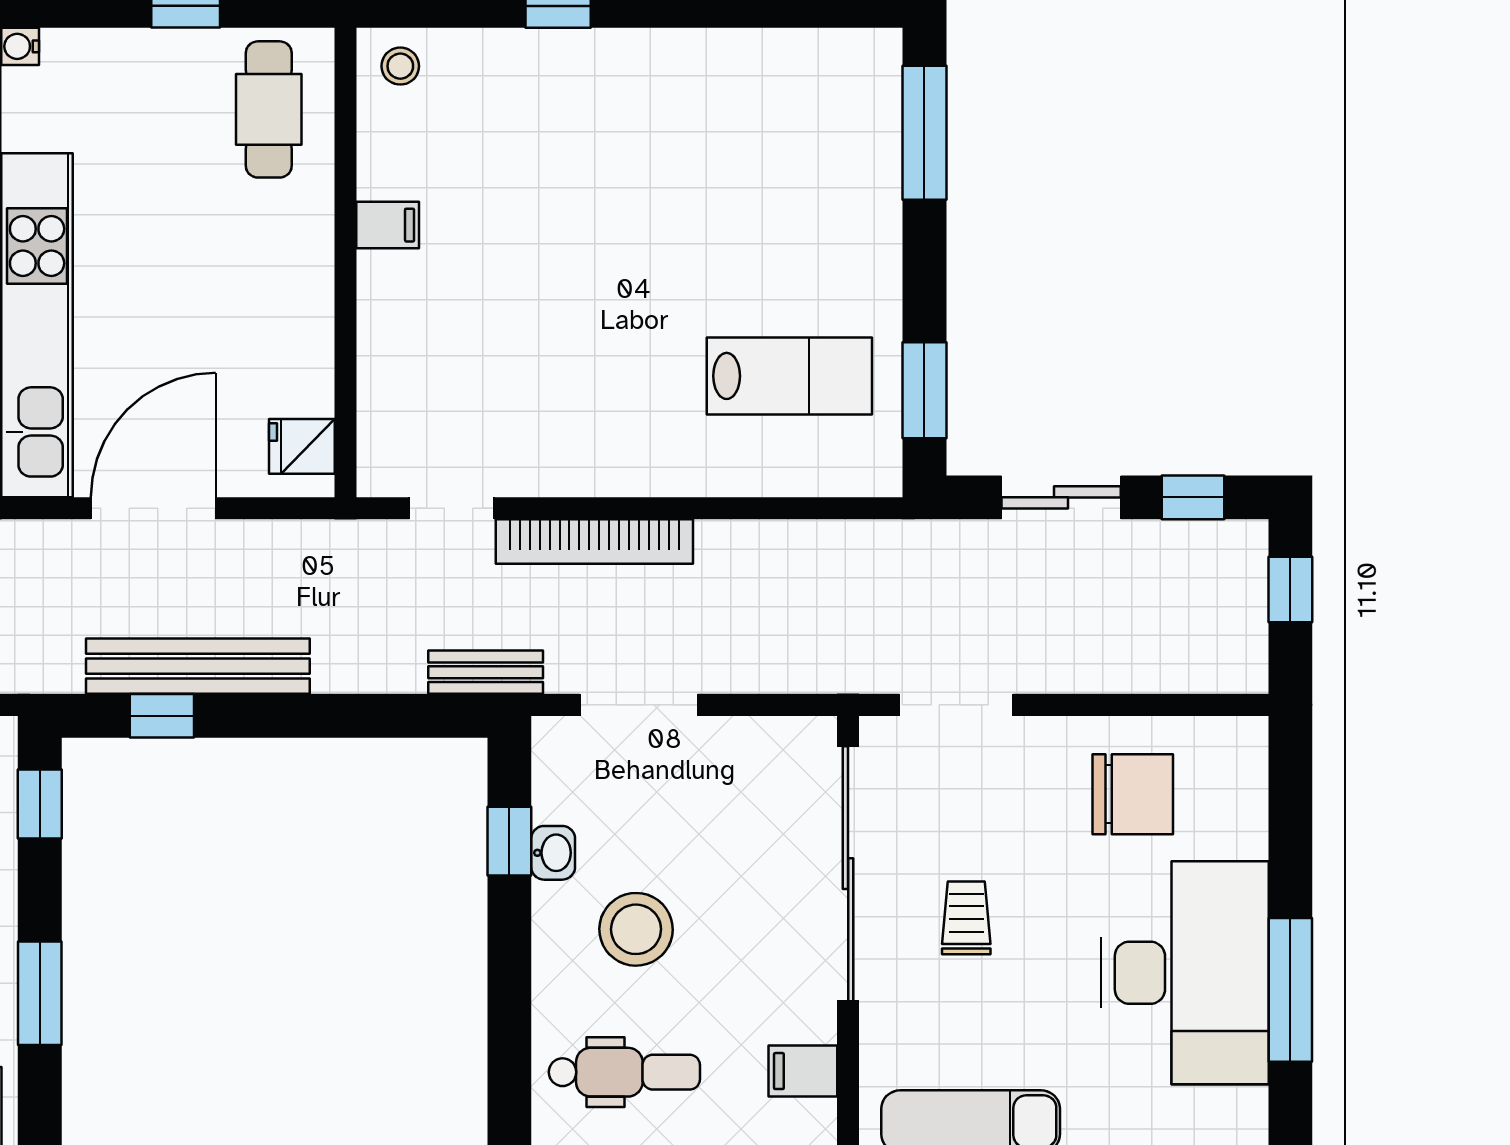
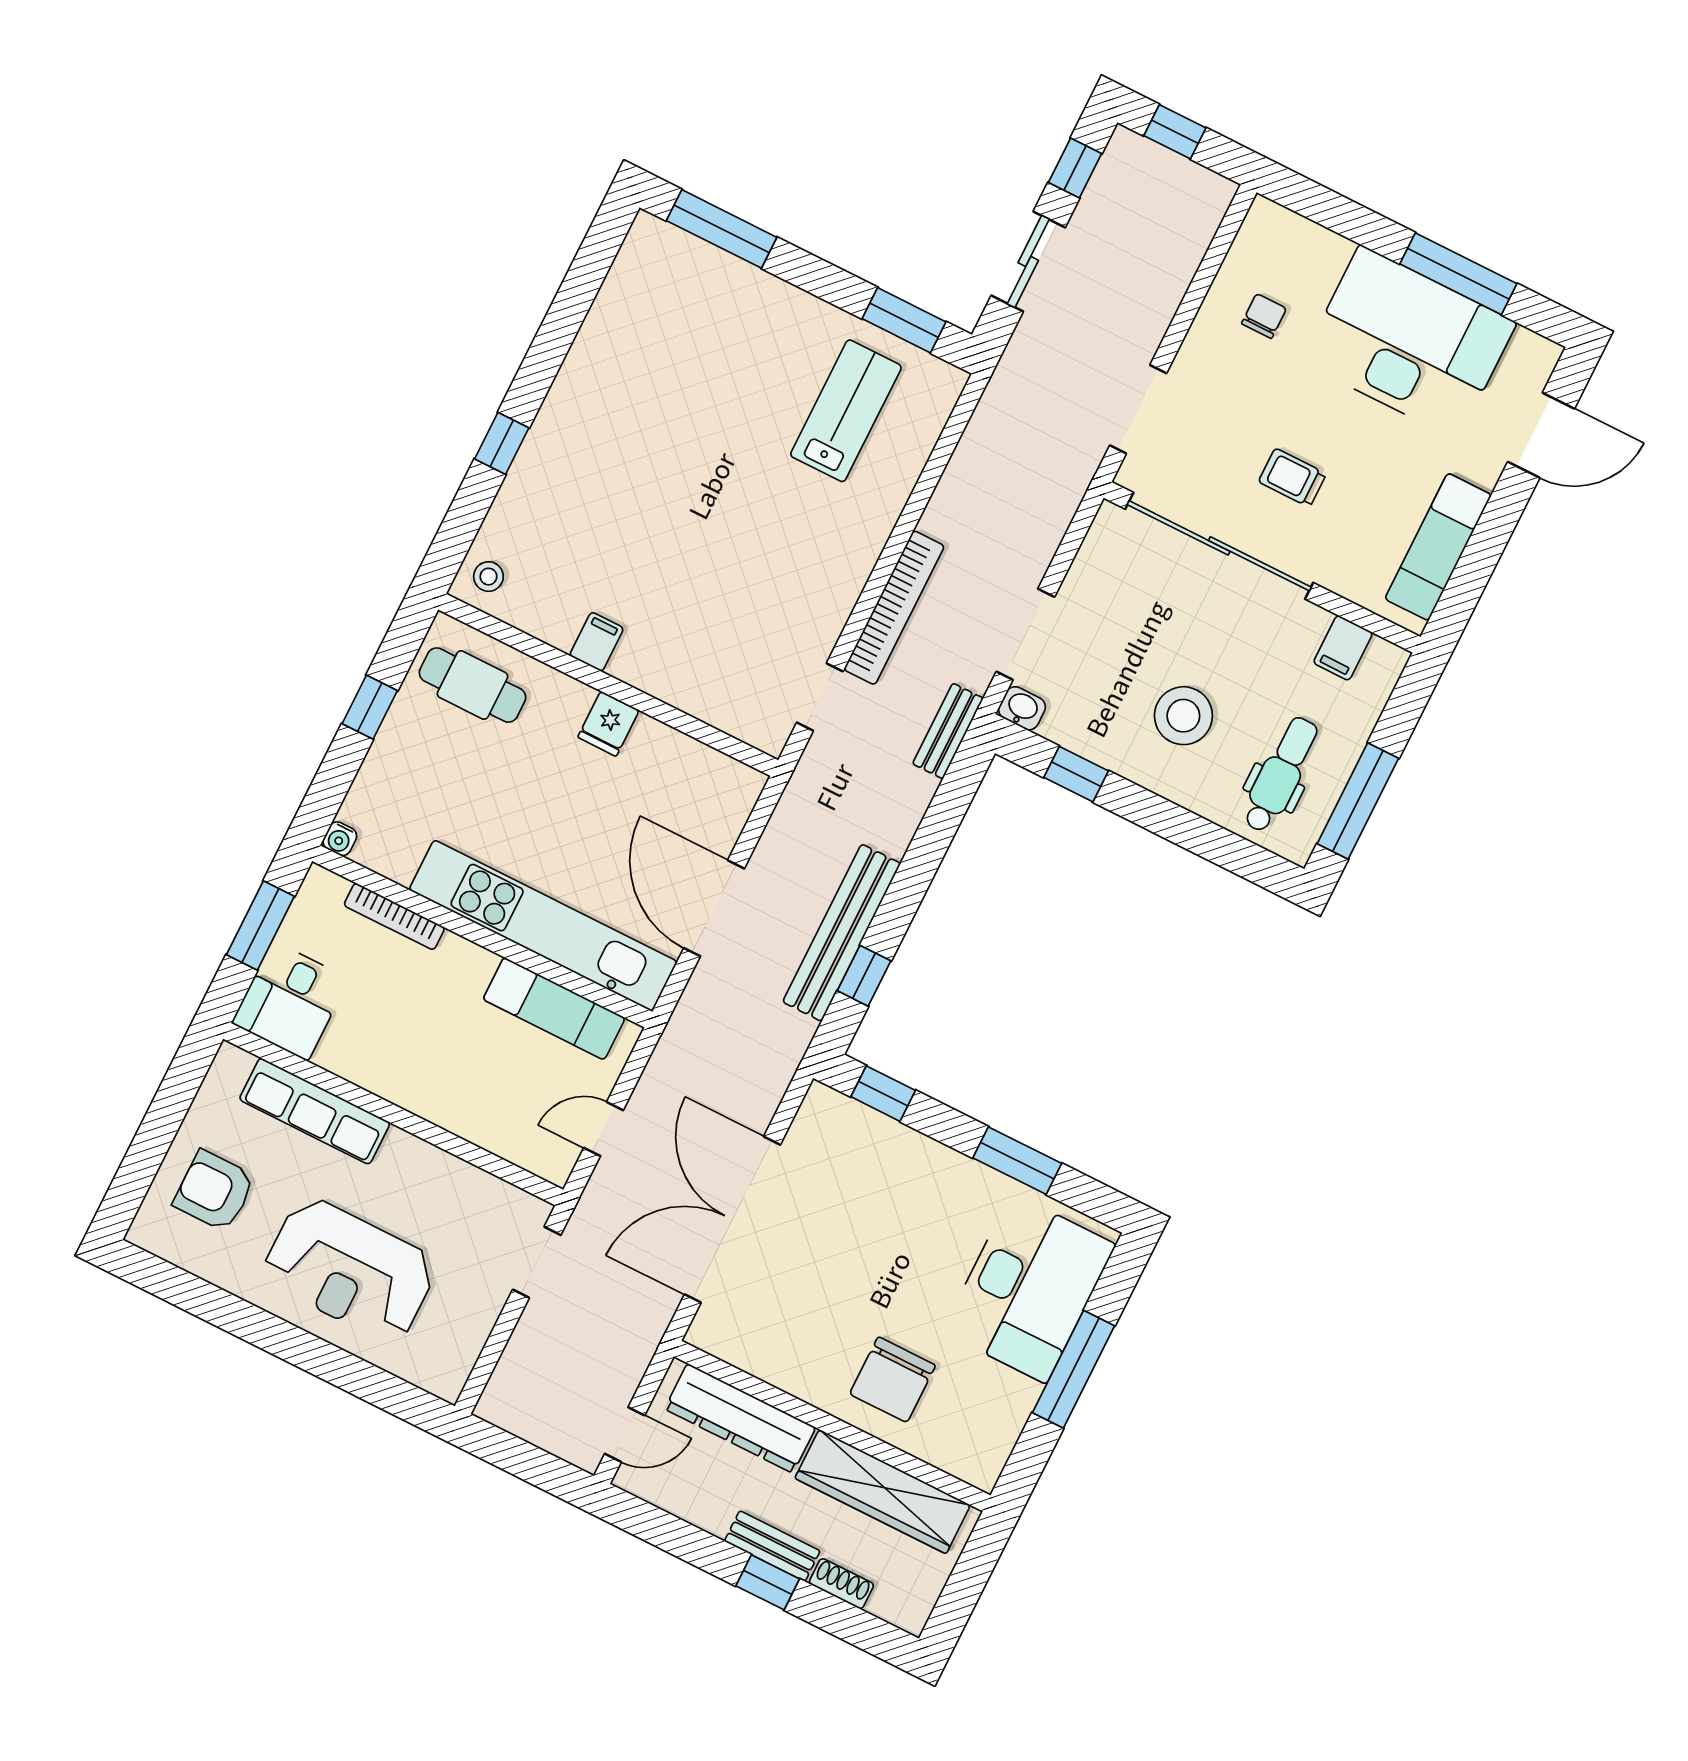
fridge: (302, 446) -> (608, 724), moved
chair: (1133, 794) -> (1264, 316), width x0.54, depth x0.54
washbasin: (553, 853) -> (1022, 708), moved

